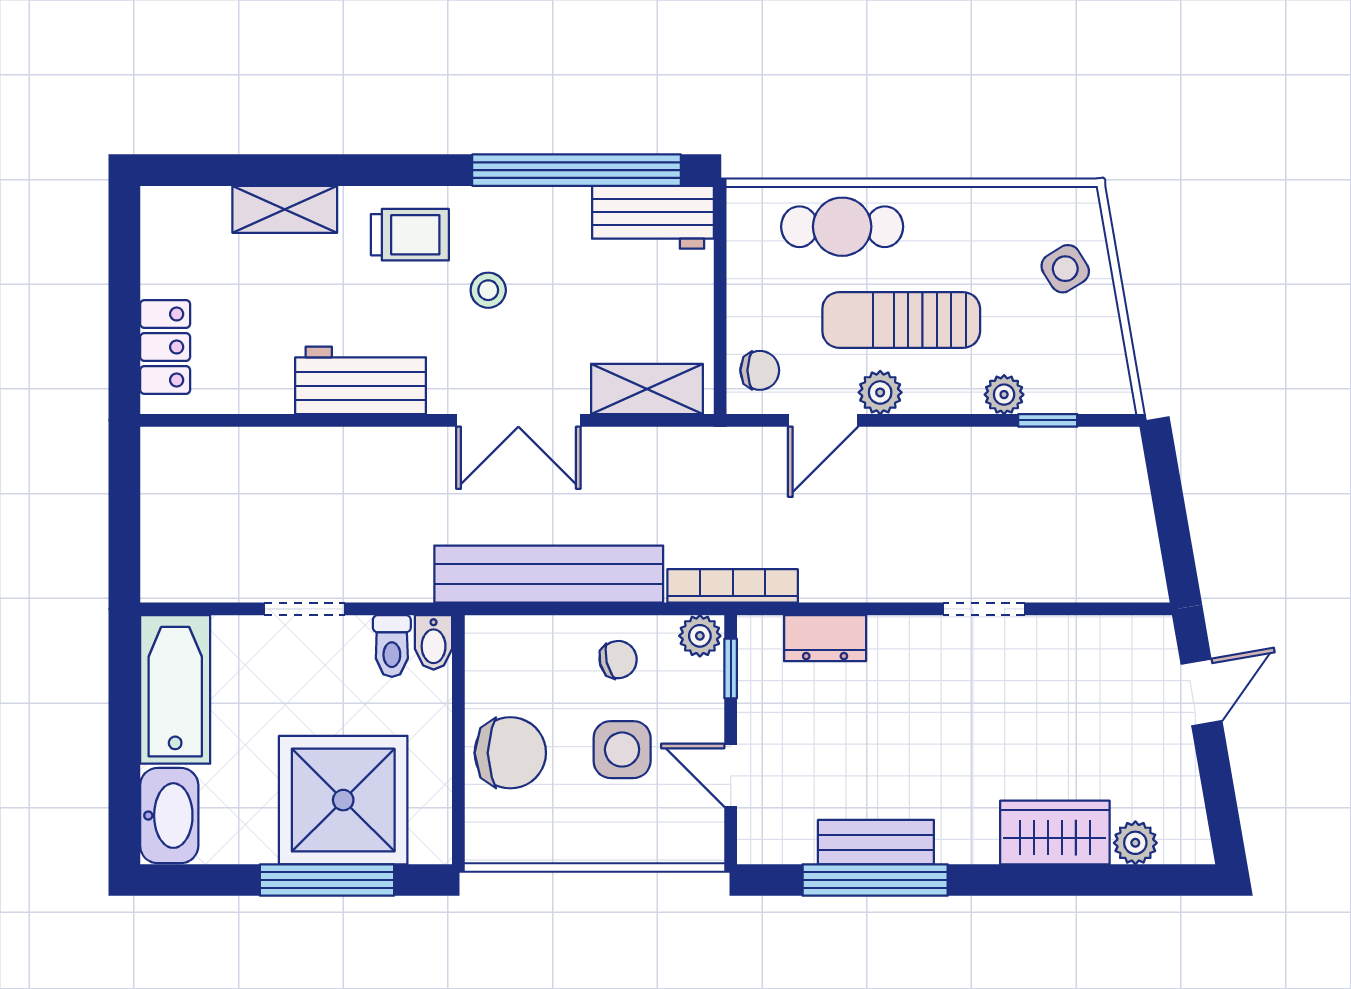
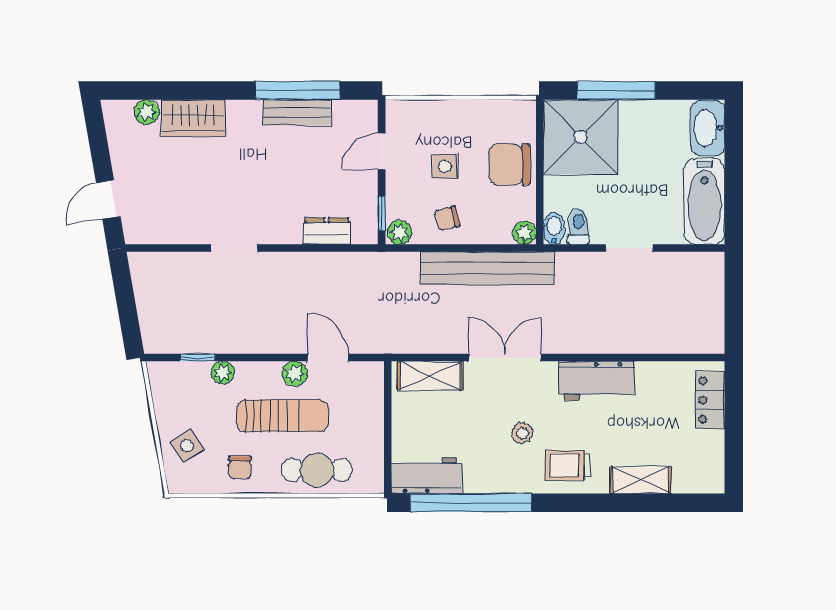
chair: (760, 370) -> (240, 468), moved, turned -90
door: (823, 420) -> (328, 358), hinge flipped
bookcase: (733, 586) -> (380, 261), removed
plant: (485, 635) -> (524, 233), added
side table: (622, 750) -> (445, 166), width x0.73, depth x0.73
door: (731, 775) -> (382, 151), swing flipped
shower: (343, 800) -> (581, 137), moved

